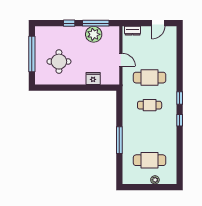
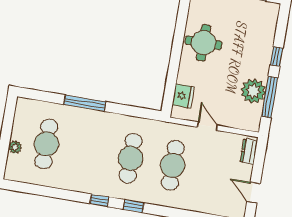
door: (121, 60) -> (207, 126), swing flipped
round table: (59, 62) -> (204, 43), moved
fridge: (93, 78) -> (183, 96), moved
cafe table: (150, 105) -> (131, 158), width x1.37, depth x1.35

